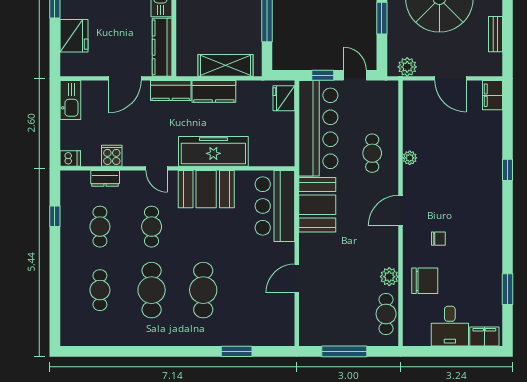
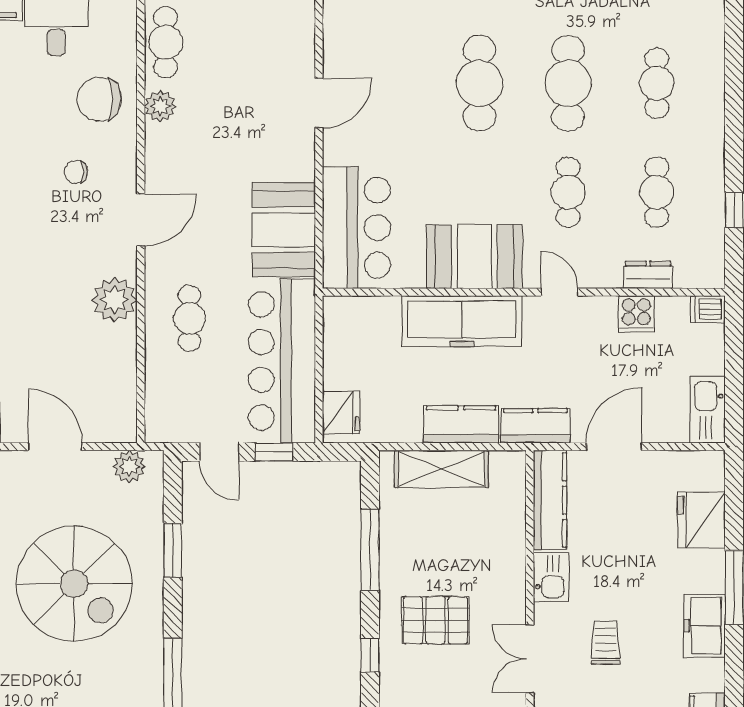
plant: (410, 158) -> (114, 300), width x1.87, depth x1.87

